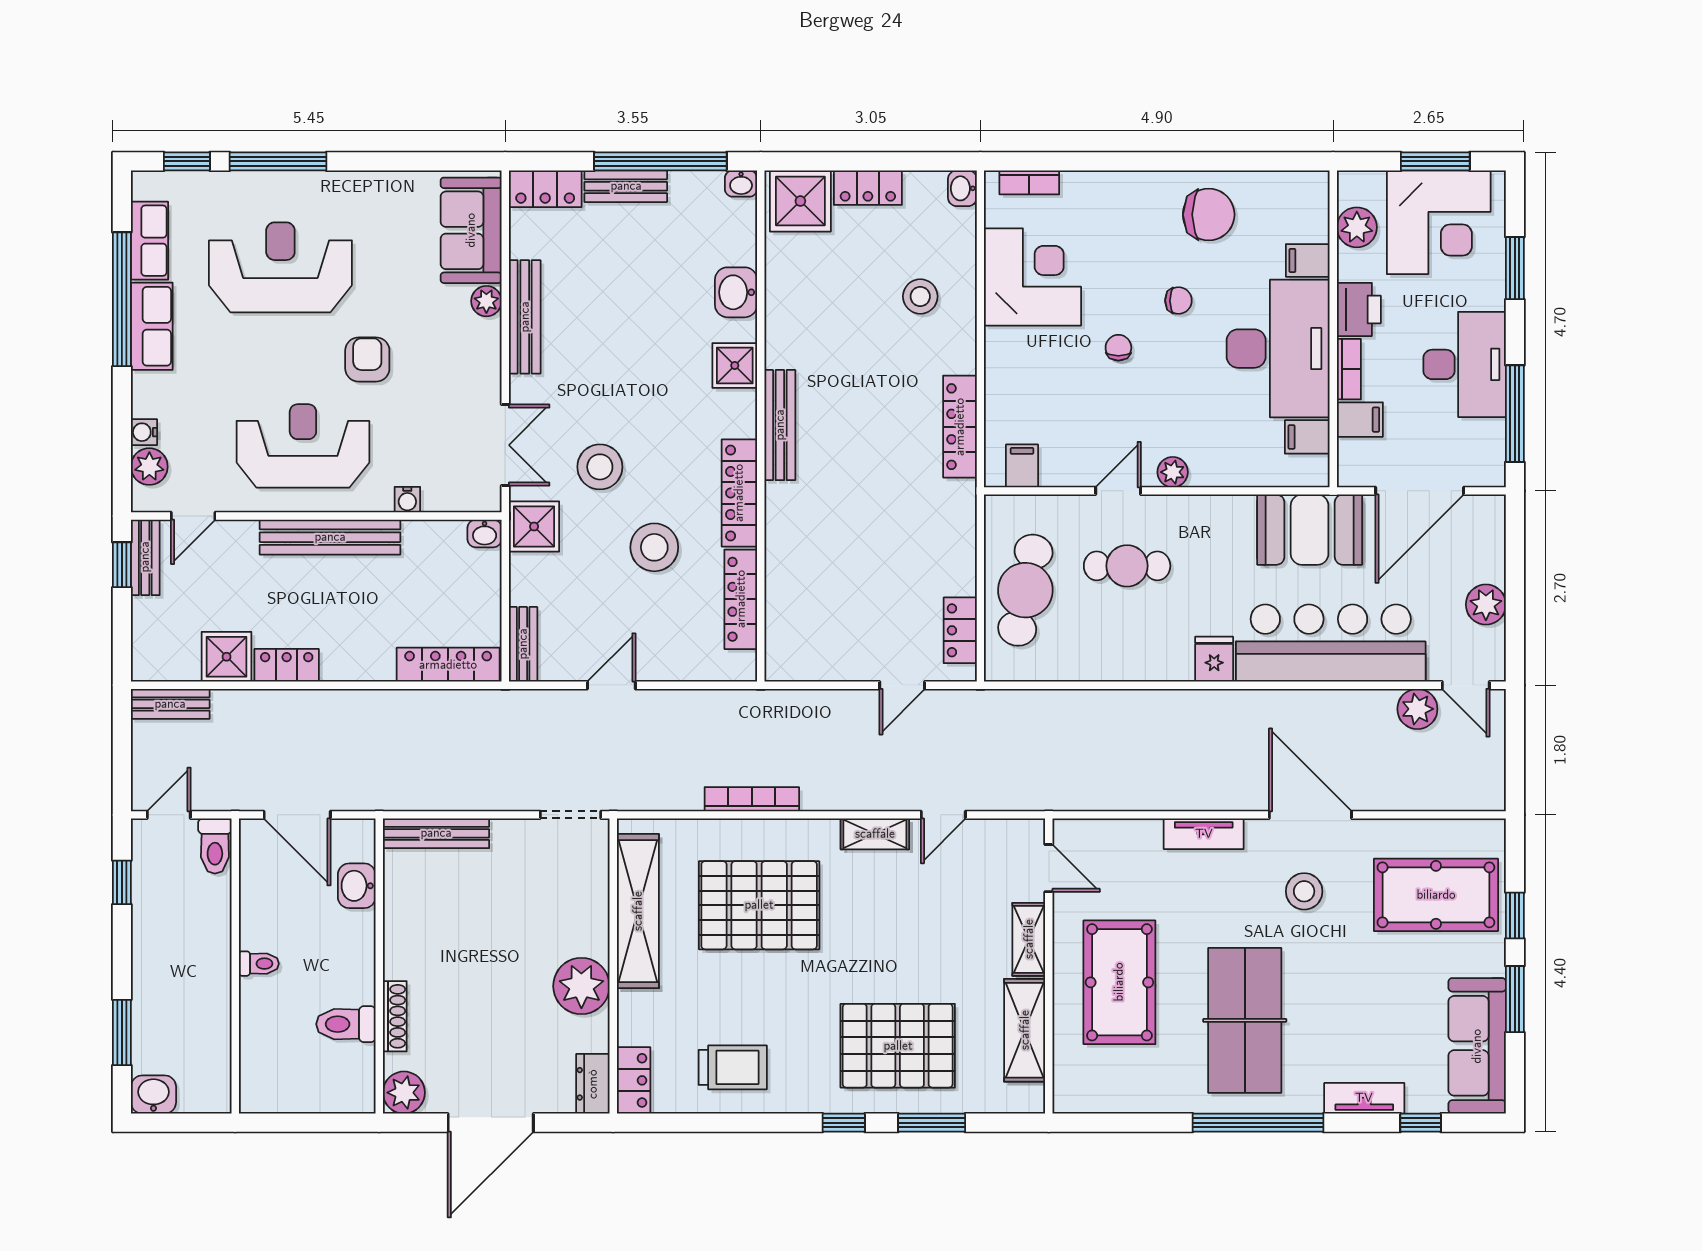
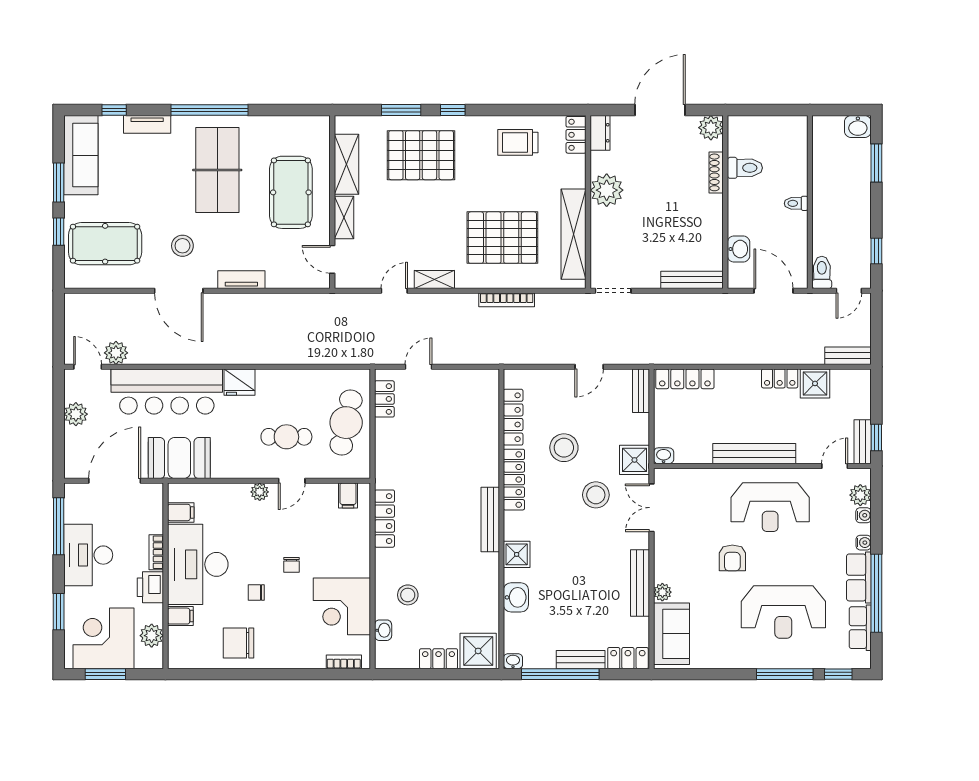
washbasin: (962, 188) -> (383, 630), moved
filing cabinet: (1360, 420) -> (150, 523), removed
water cooler: (407, 500) -> (864, 543), moved, turned 90
fridge: (1214, 659) -> (240, 382), width x1.38

